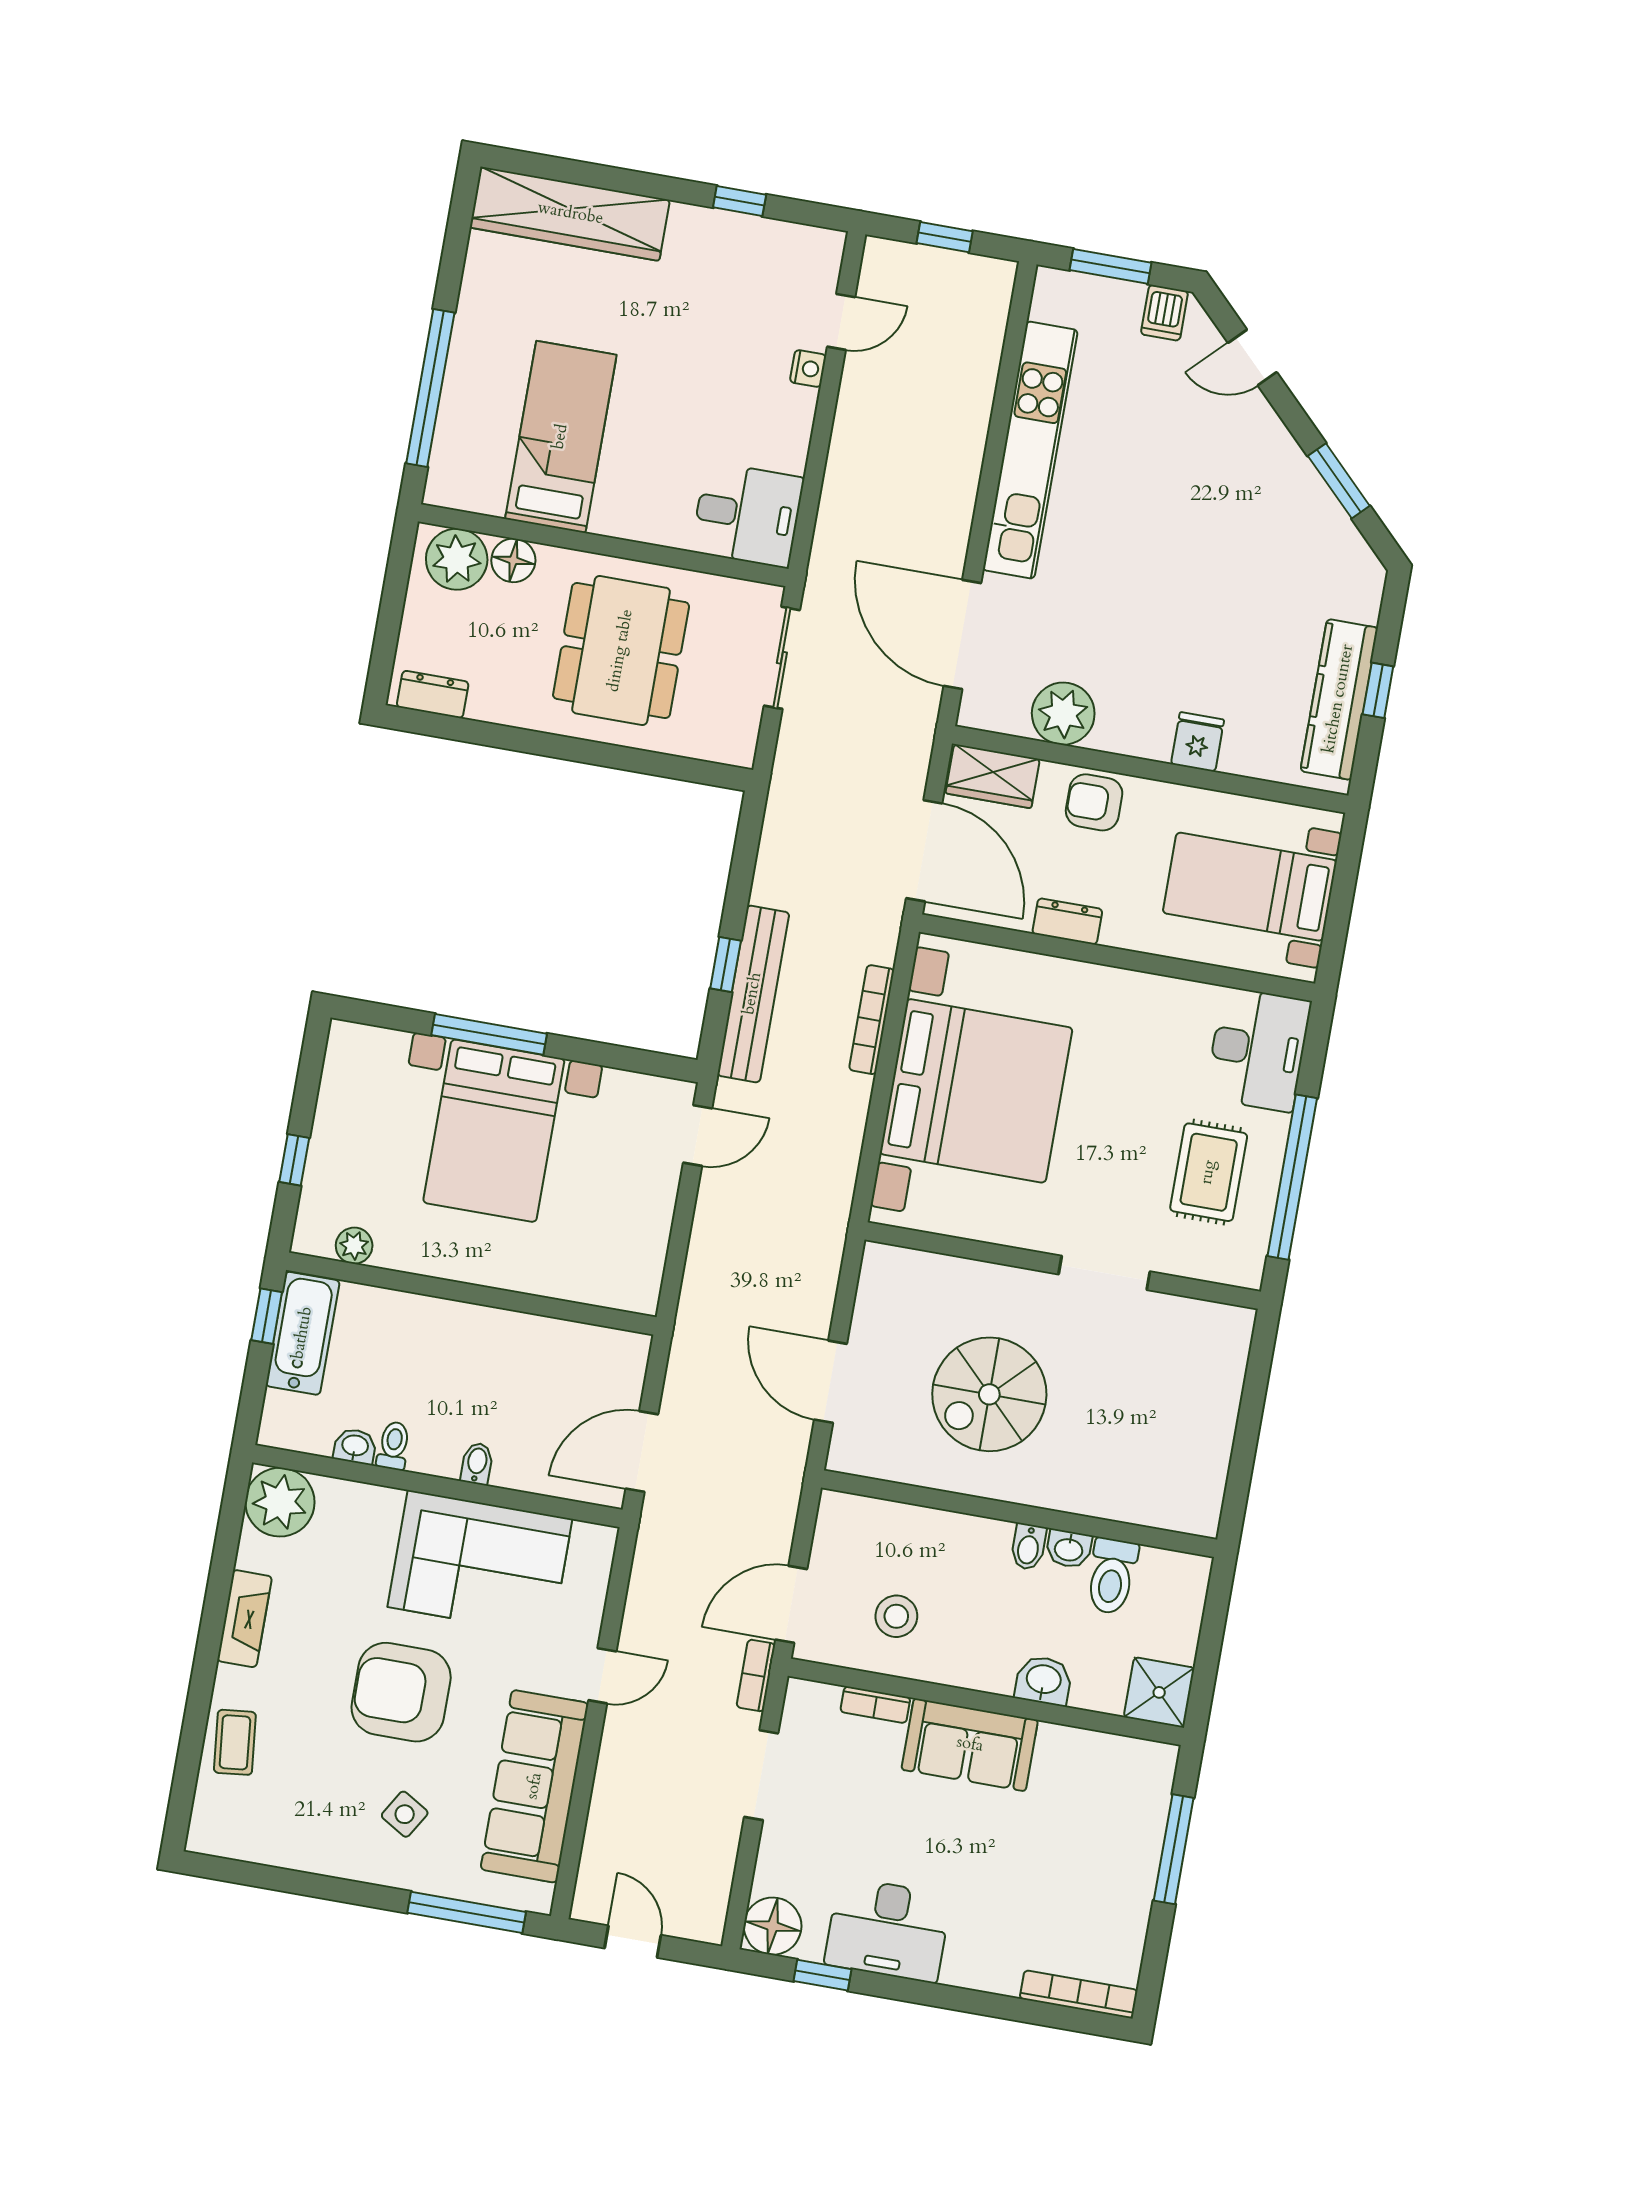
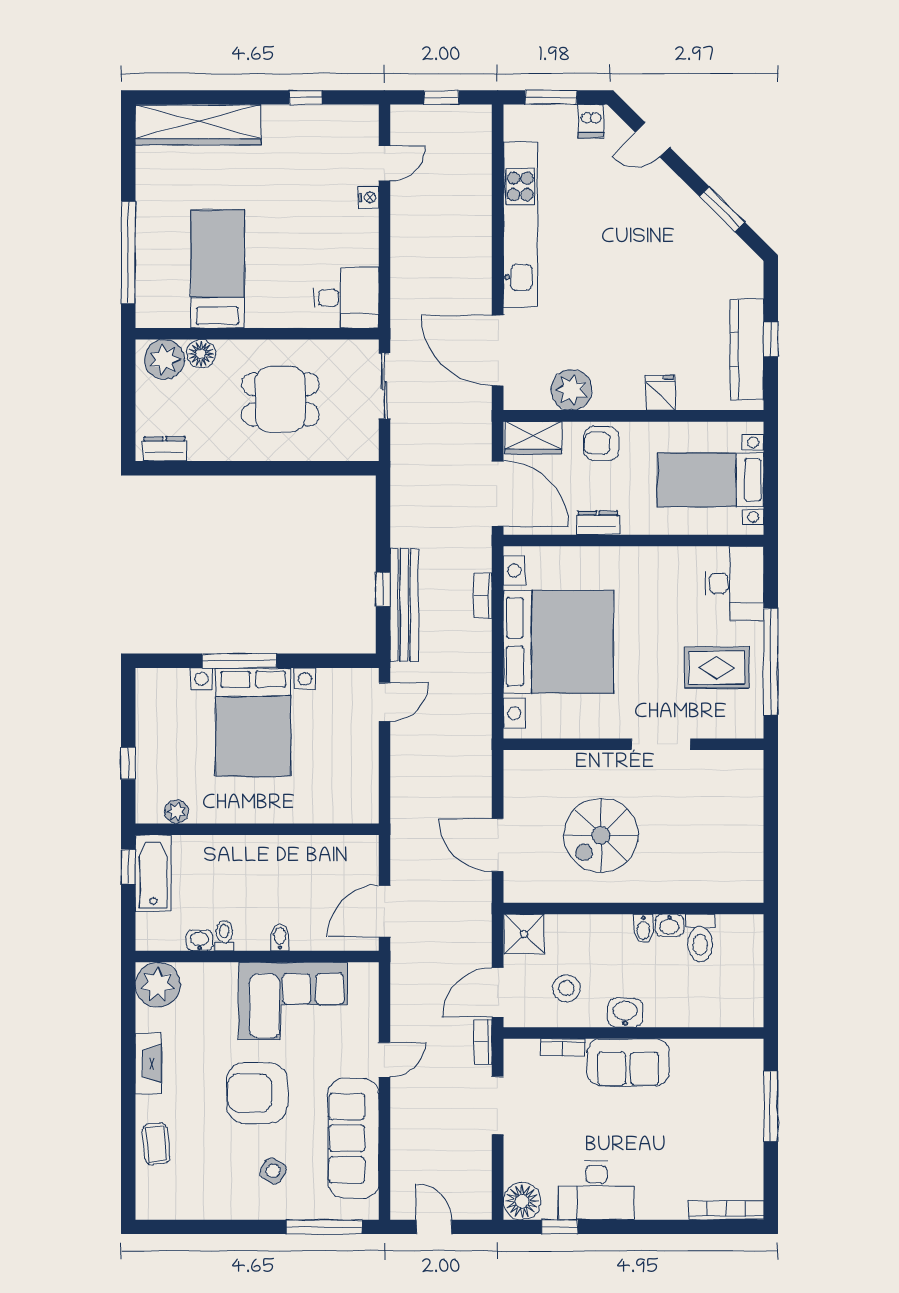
dining table: (621, 651) -> (280, 399), width x0.73
bookcase: (872, 1020) -> (483, 595), width x0.64
rug: (1209, 1172) -> (717, 668), turned 90
washbasin: (1043, 1680) -> (625, 1013), moved
shower: (1159, 1692) -> (524, 934), moved

